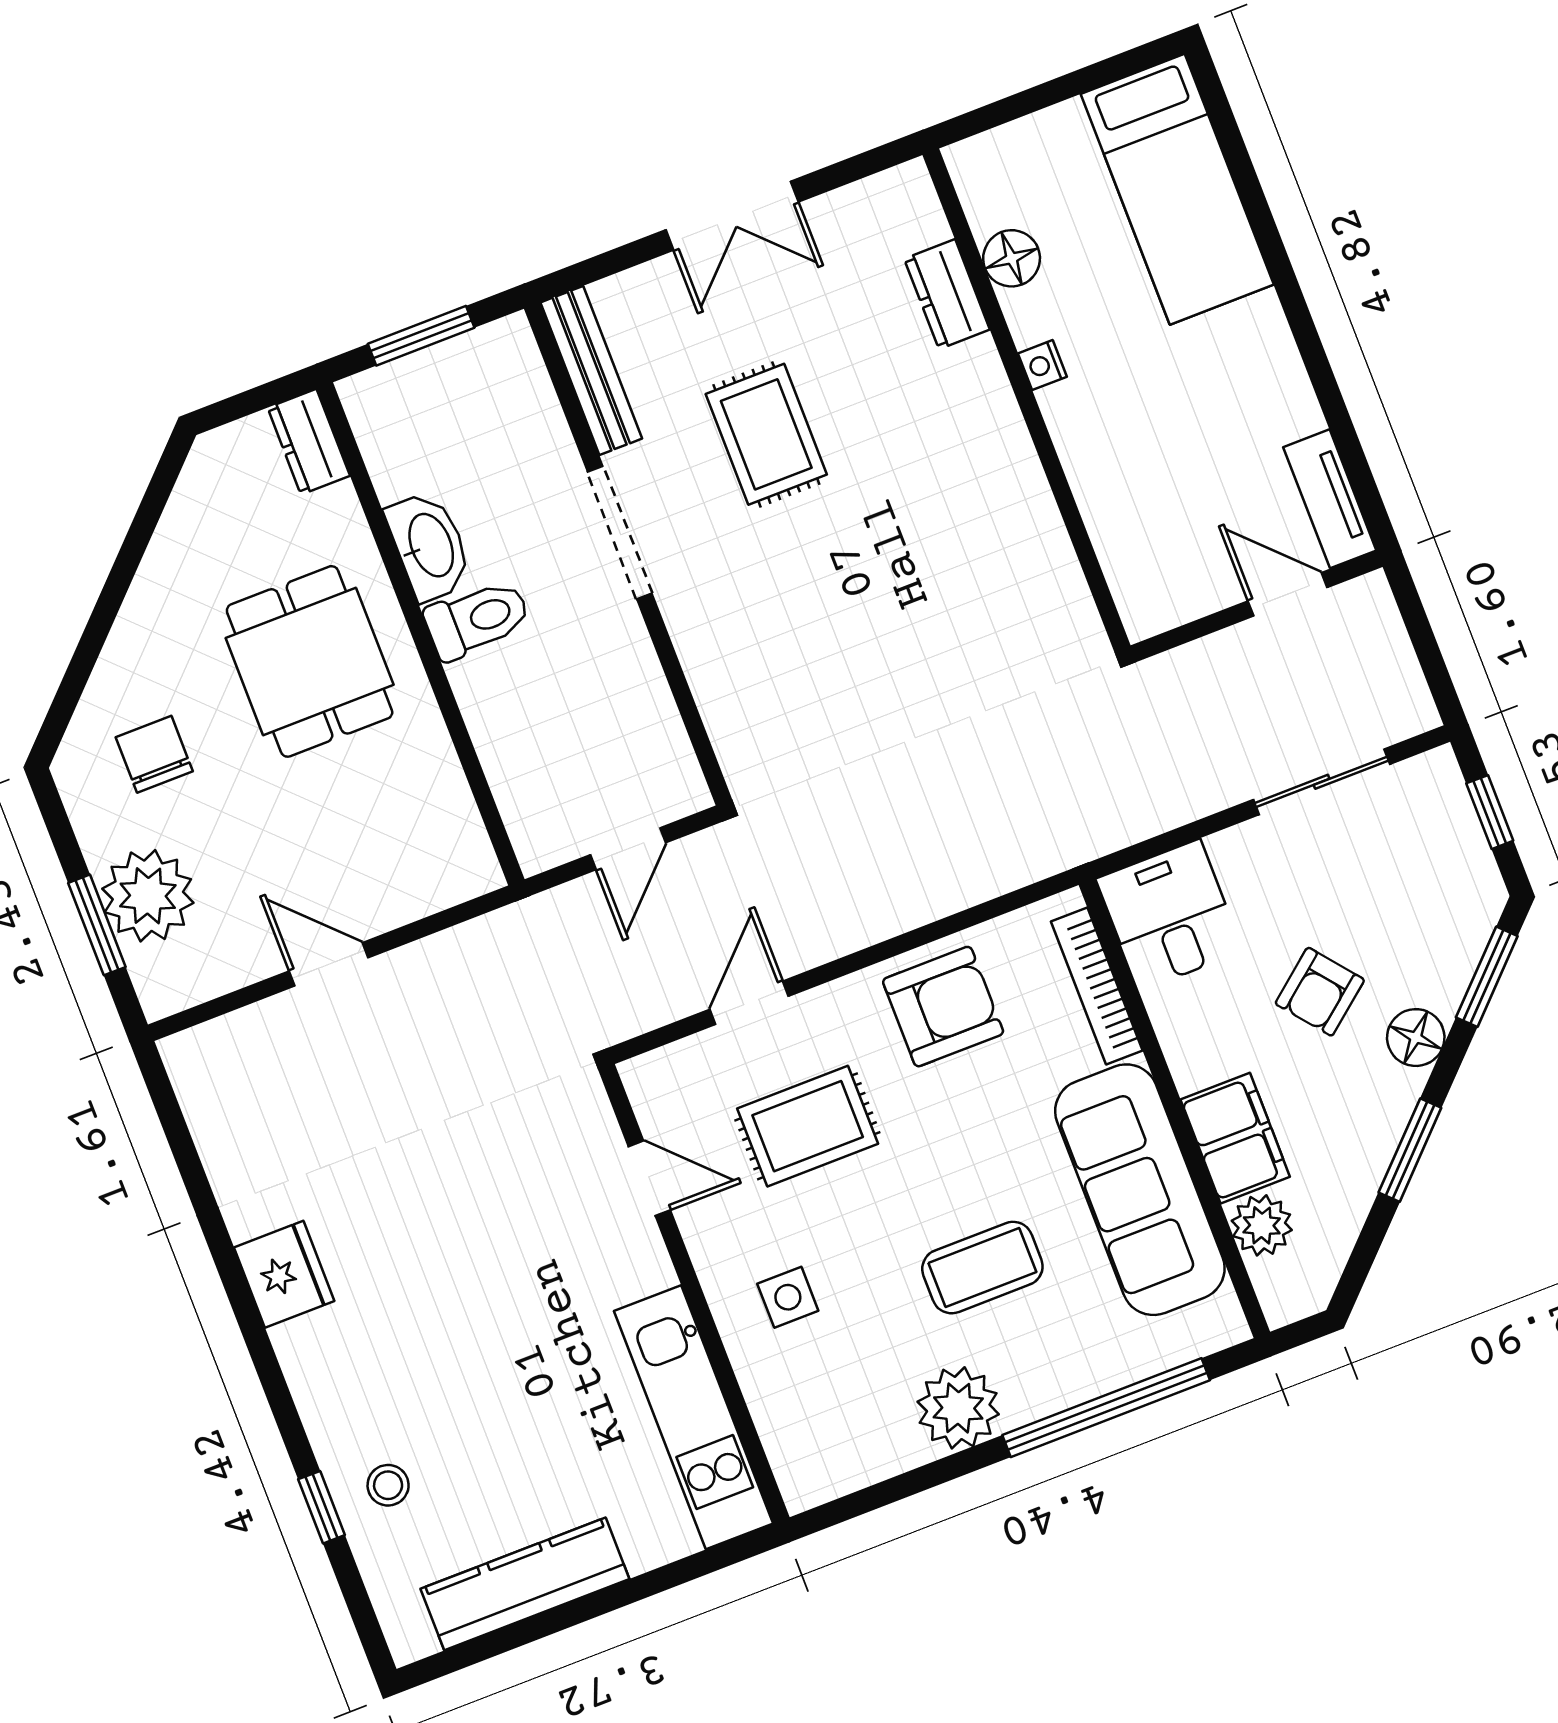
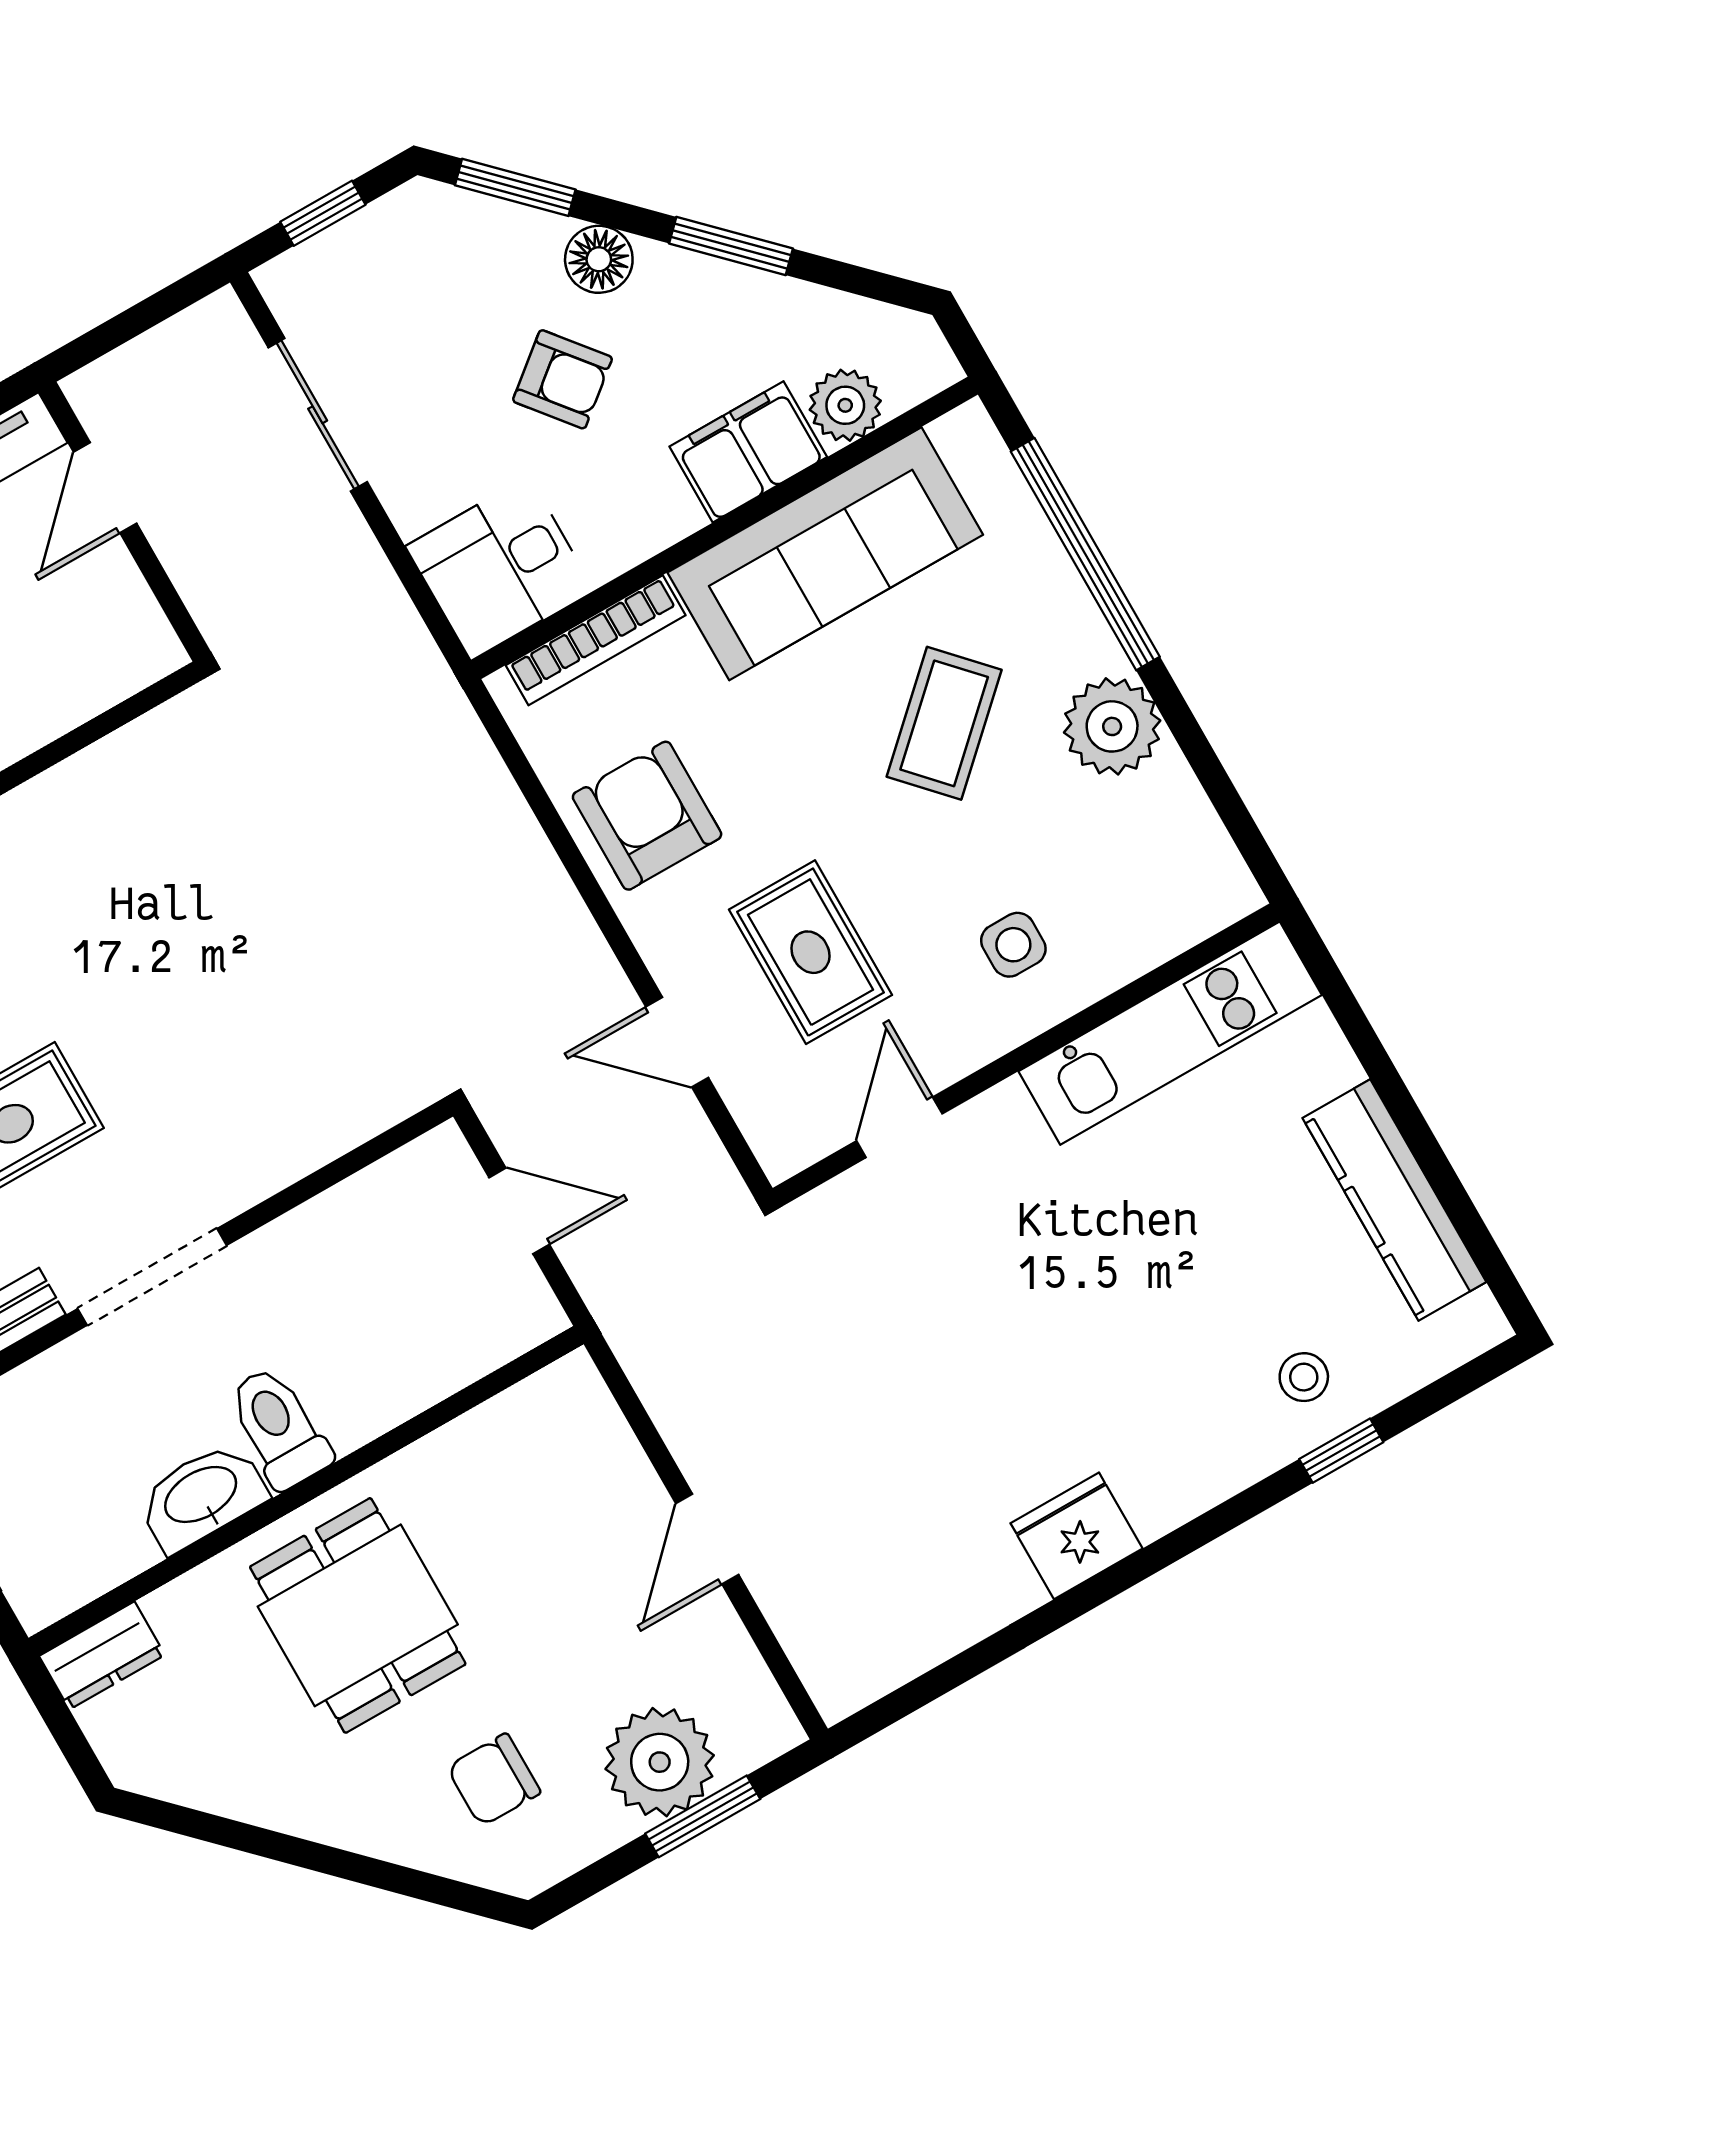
dining table: (310, 661) -> (358, 1615), turned 90
coffee table: (982, 1268) -> (944, 723), turned 47

